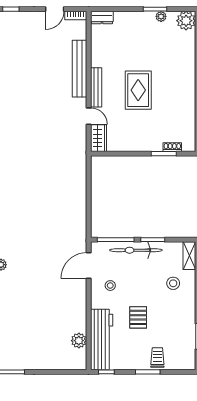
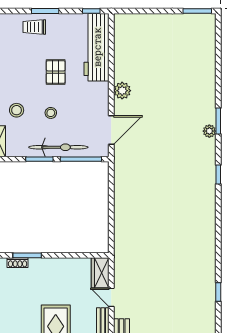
stool: (110, 286) -> (51, 113), moved
plant: (79, 341) -> (122, 91), moved
trolley: (157, 358) -> (34, 27), turned 90

